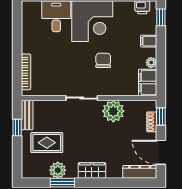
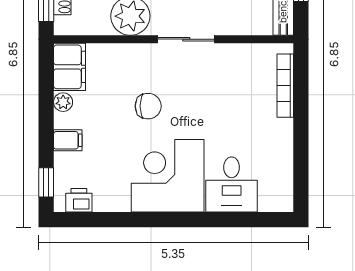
chair: (103, 60) -> (148, 106), turned -90

